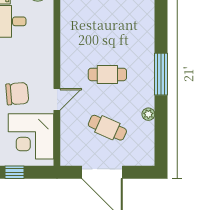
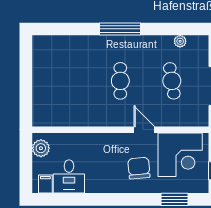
plant: (148, 114) -> (180, 41), moved
cafe table: (107, 128) -> (172, 81), turned -33

